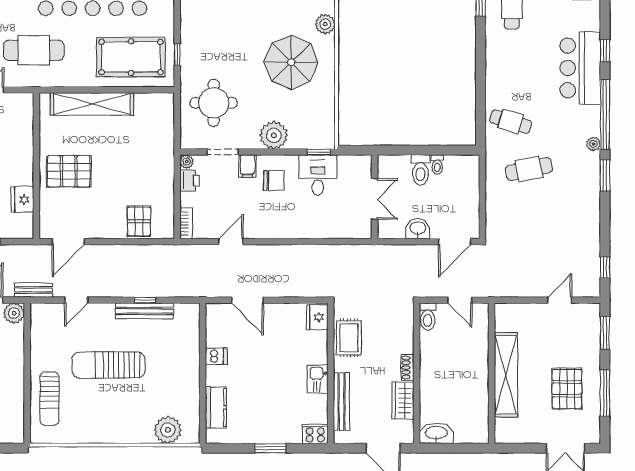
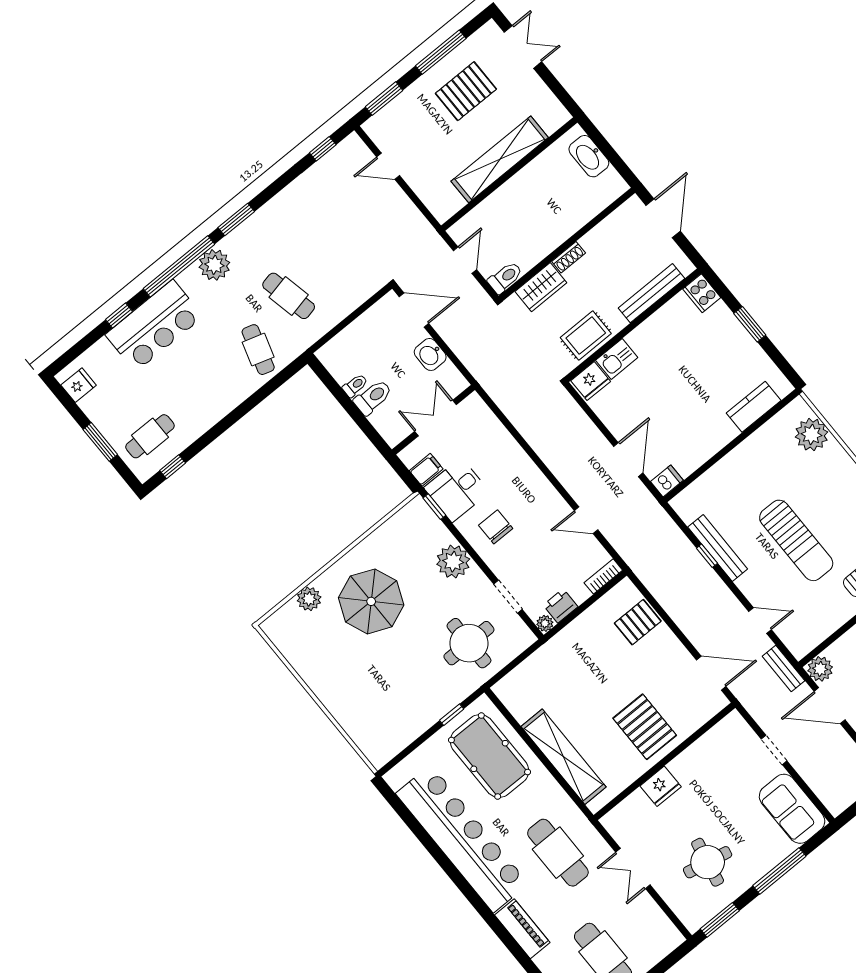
plant: (593, 144) -> (214, 265), width x1.87, depth x1.87
filing cabinet: (247, 166) -> (426, 470), moved
fridge: (22, 199) -> (661, 786), moved
dishwasher: (216, 356) -> (667, 481), moved, turned 90
kitchen sink: (318, 379) -> (617, 359), moved
wardrobe: (403, 401) -> (541, 287), moved
washbasin: (436, 433) -> (589, 156), moved

